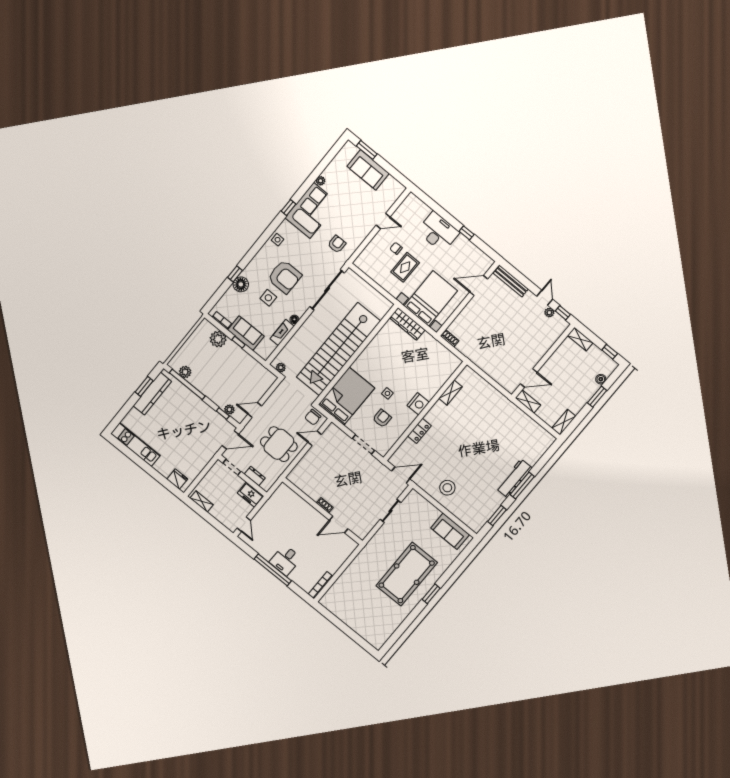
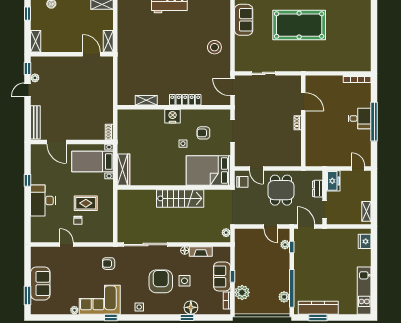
bed with nightstands: (431, 298) -> (93, 162), width x0.73
stairs: (339, 349) -> (180, 198), width x0.54, depth x0.66
locker: (419, 431) -> (185, 100), width x1.53
door: (244, 524) -> (358, 168), hinge flipped

